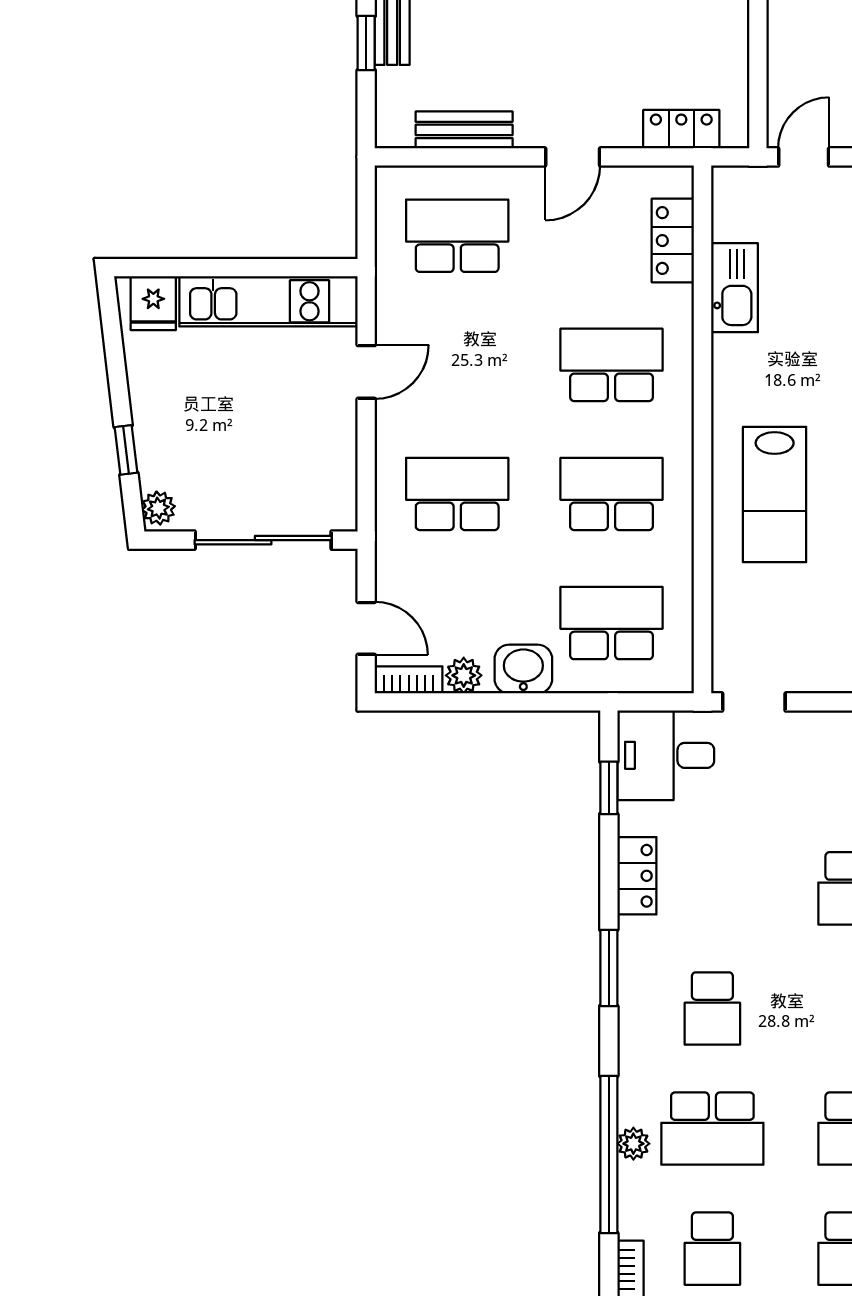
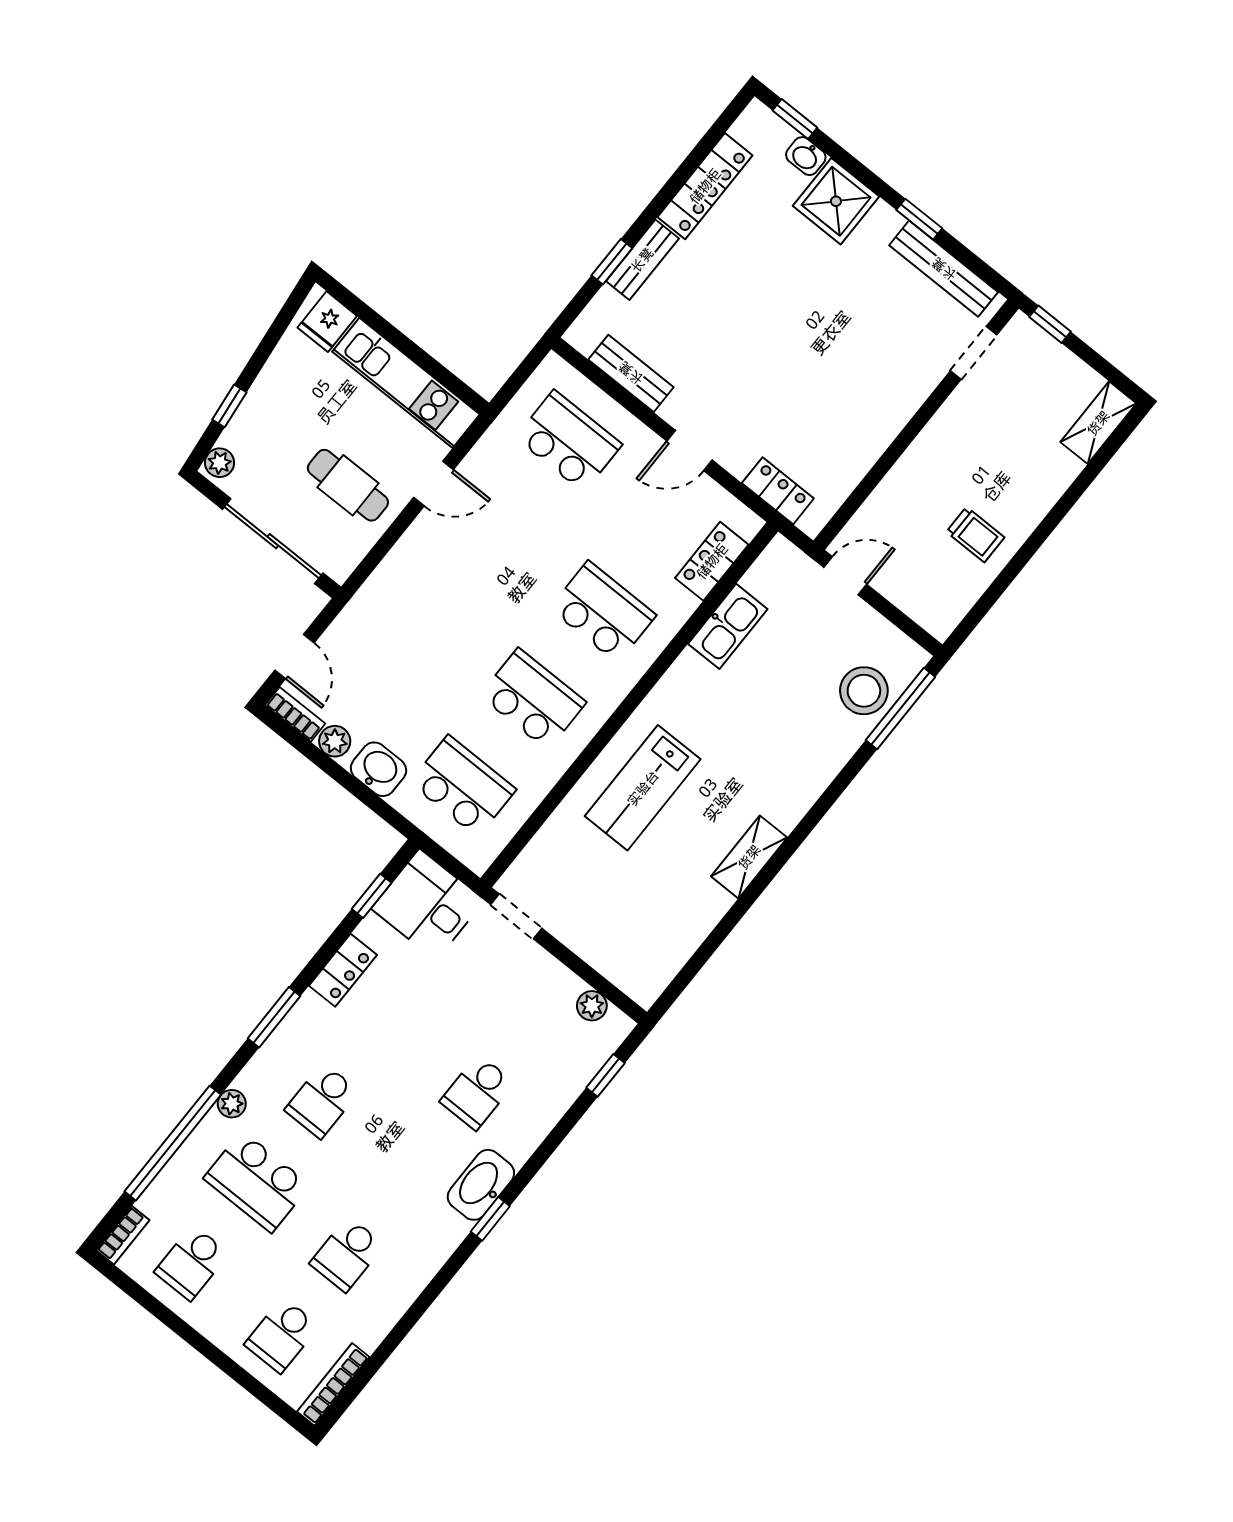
cafe table: (290, 435) -> (348, 485), added
school desk: (457, 494) -> (429, 615), removed
plant: (633, 1144) -> (232, 1104), moved

